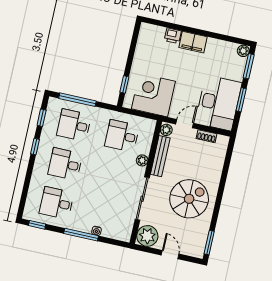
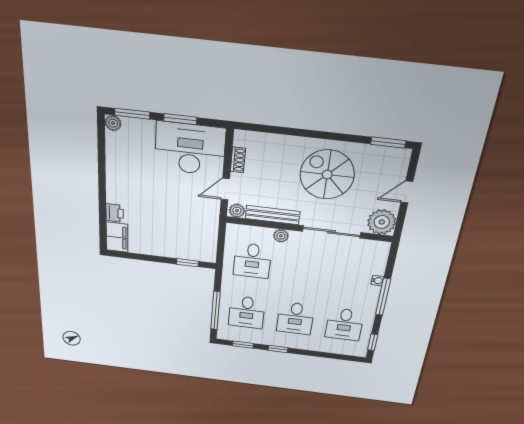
filing cabinet: (193, 42) -> (117, 237), moved
corner desk: (153, 95) -> (194, 229), removed
door: (185, 124) -> (225, 189), hinge flipped

